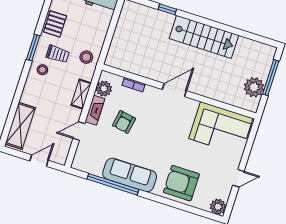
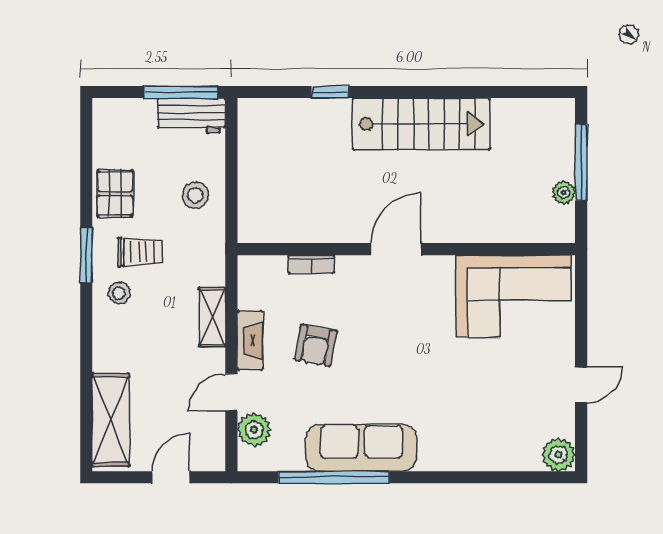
stool: (86, 57) -> (195, 195), moved
plant: (254, 87) -> (564, 192), width x0.53, depth x0.53
plant: (104, 89) -> (254, 430), moved
armchair: (181, 183) -> (470, 431), removed

